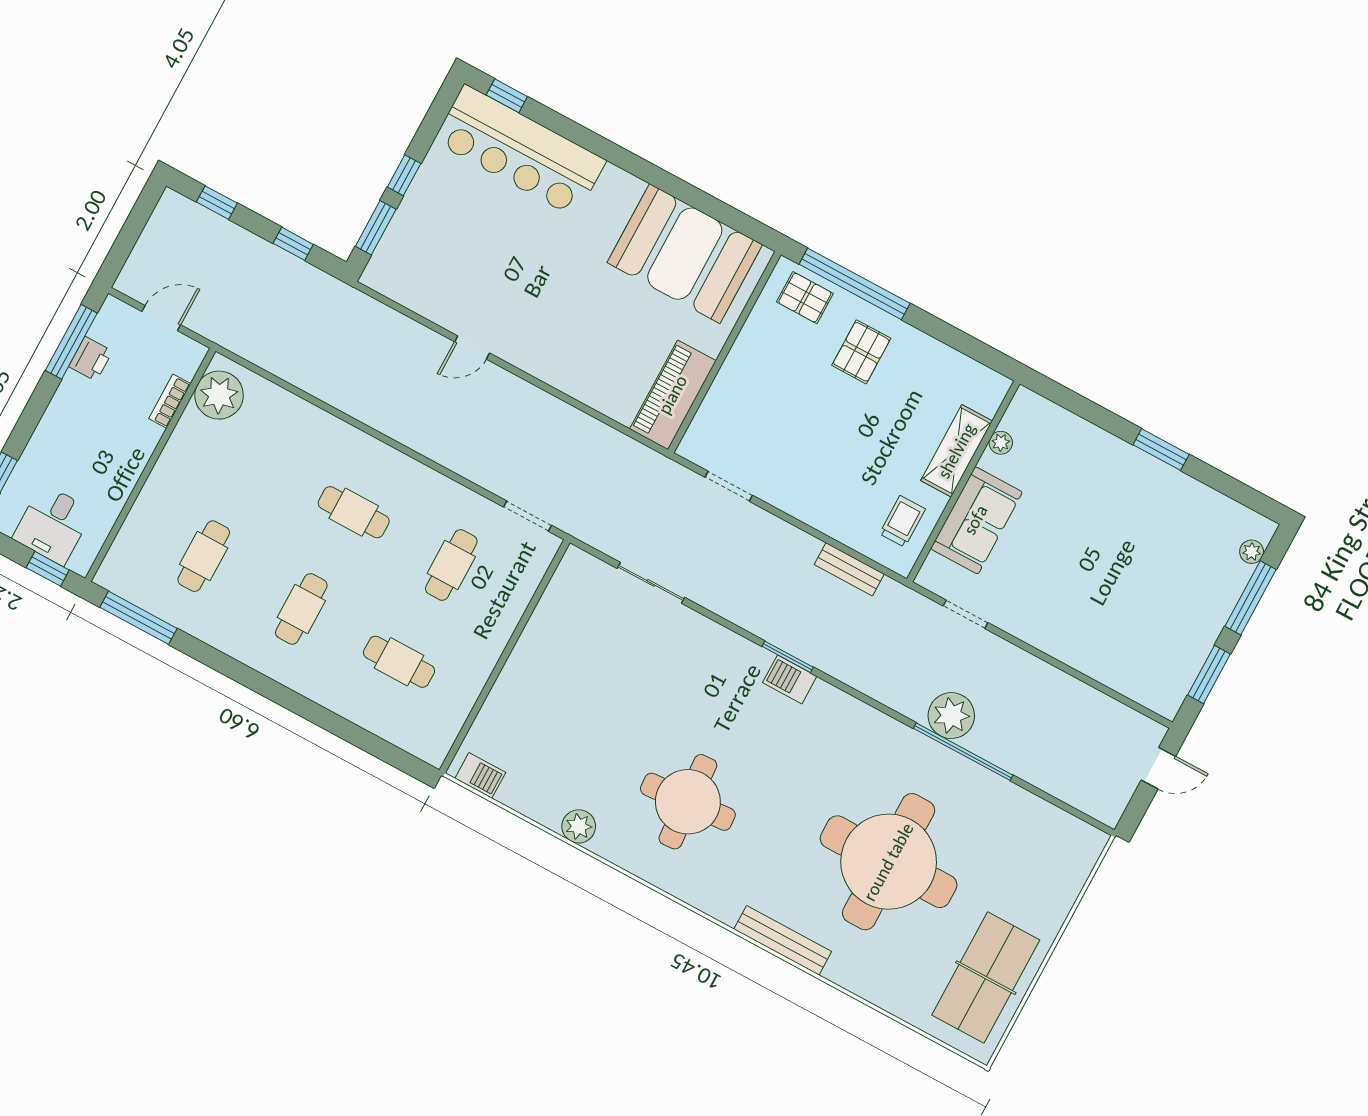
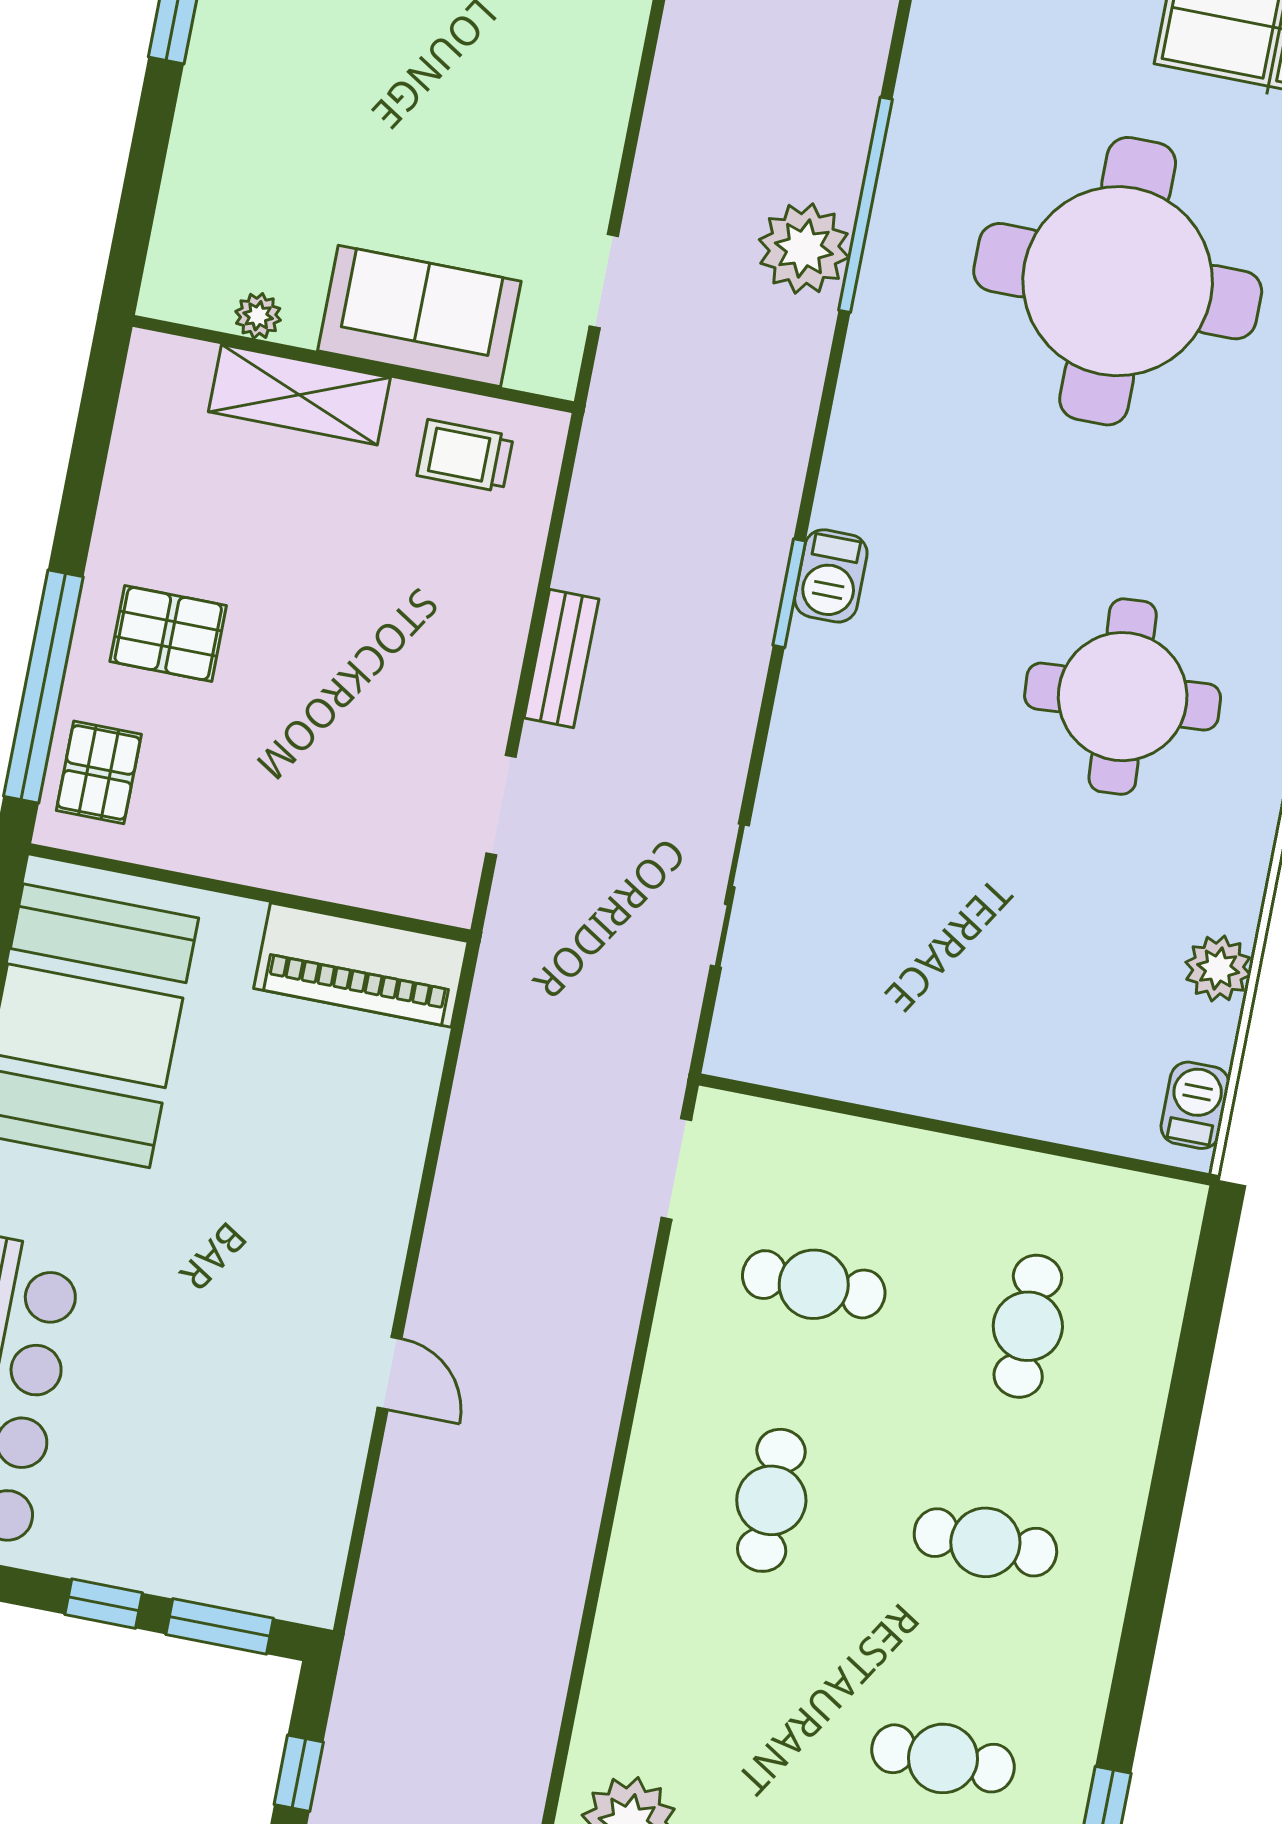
bench: (849, 569) -> (562, 658), moved
plant: (579, 826) -> (1218, 968), moved

